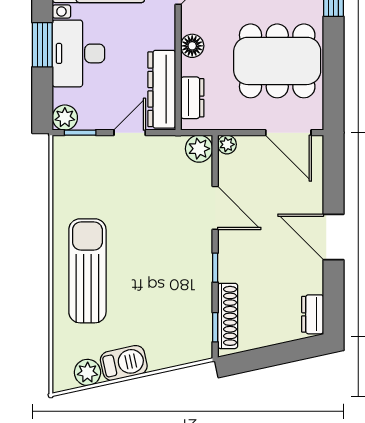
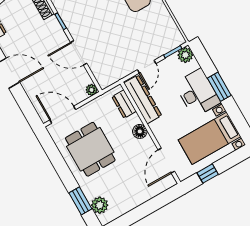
dining table: (277, 61) -> (90, 149), width x0.73
plant: (199, 149) -> (105, 79), removed

